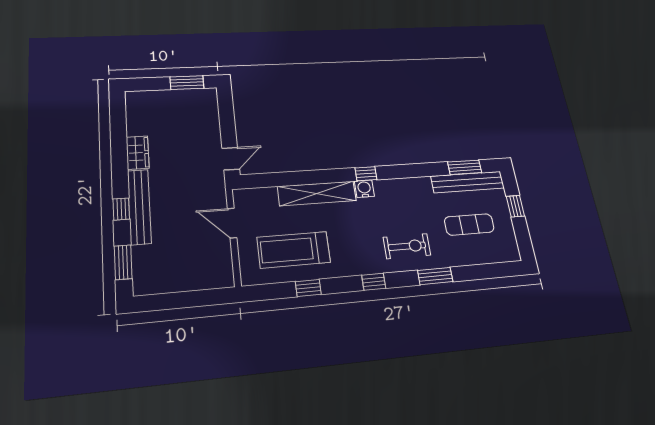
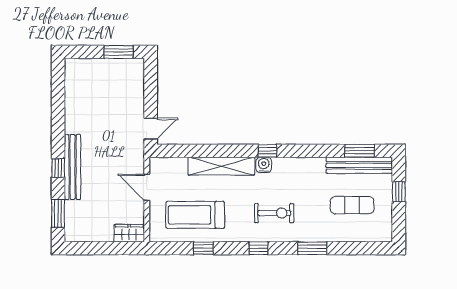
wardrobe: (138, 153) -> (129, 233), moved, turned -90
exercise bike: (407, 246) -> (274, 213), moved

